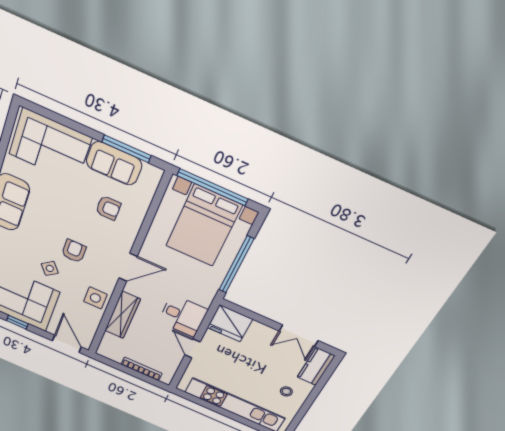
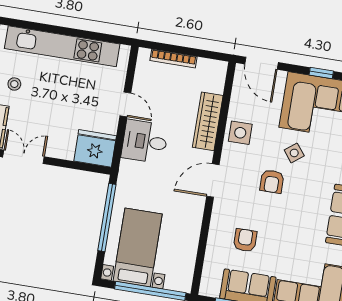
armchair: (108, 208) -> (245, 240), turned 90
bed with nightstands: (204, 226) -> (138, 247), width x0.73

